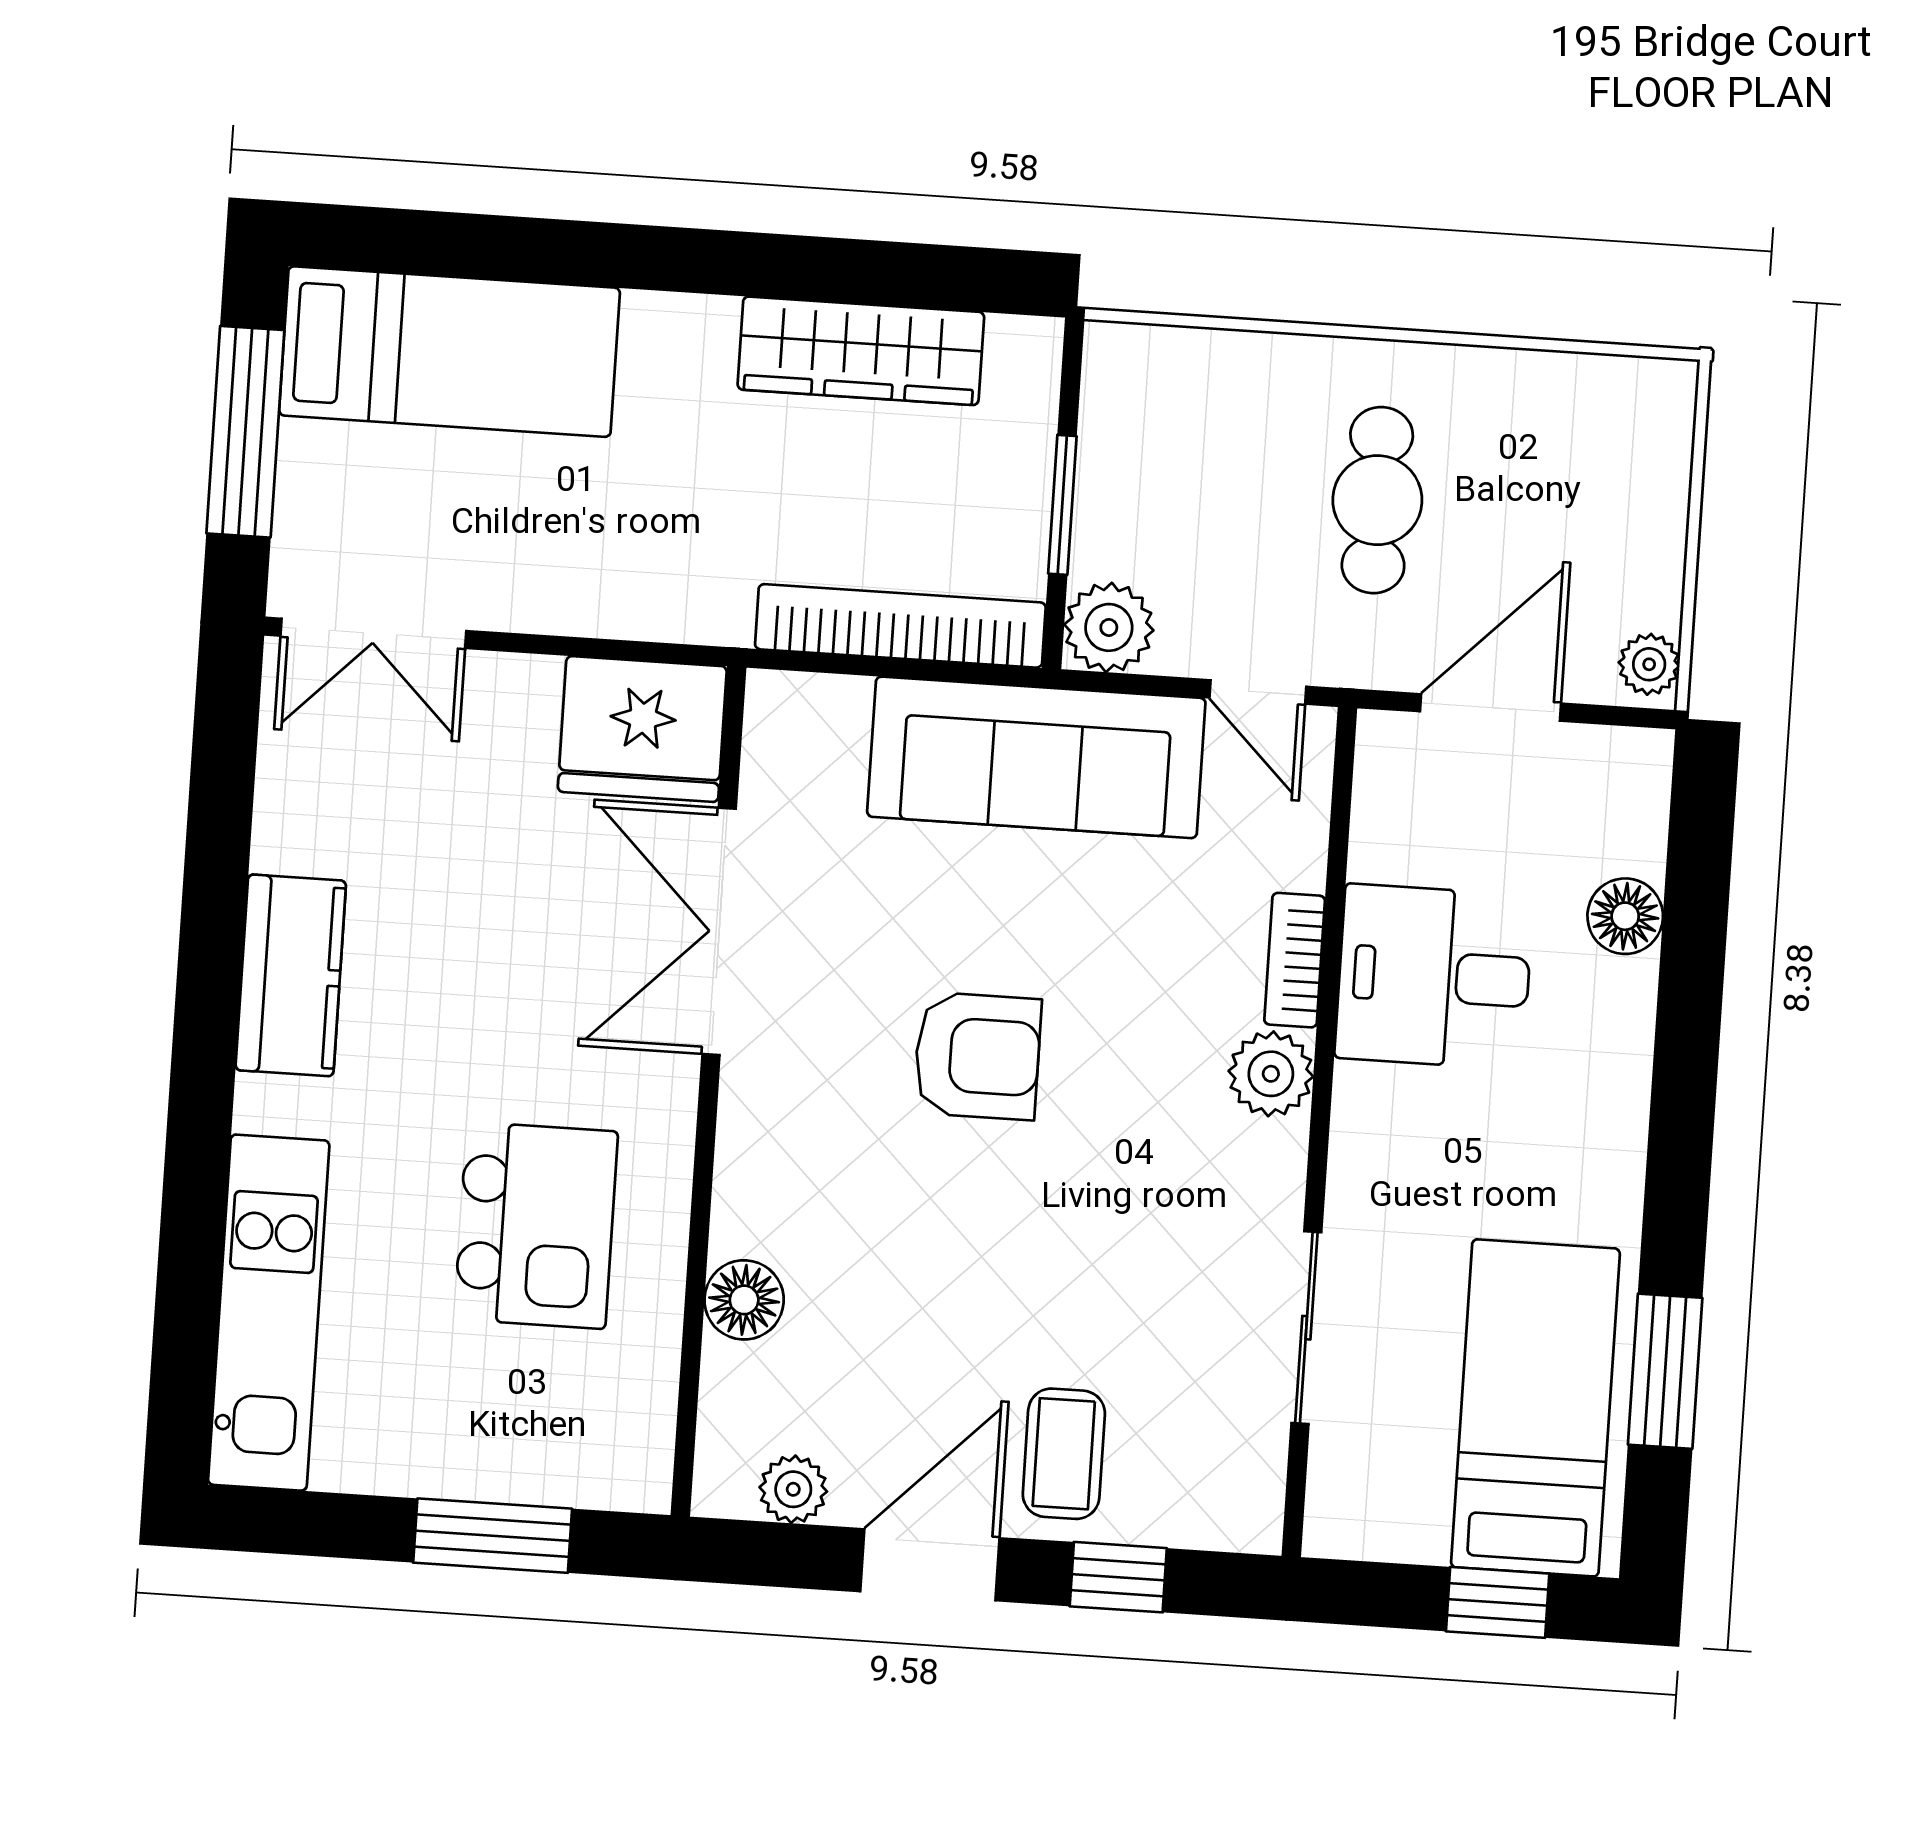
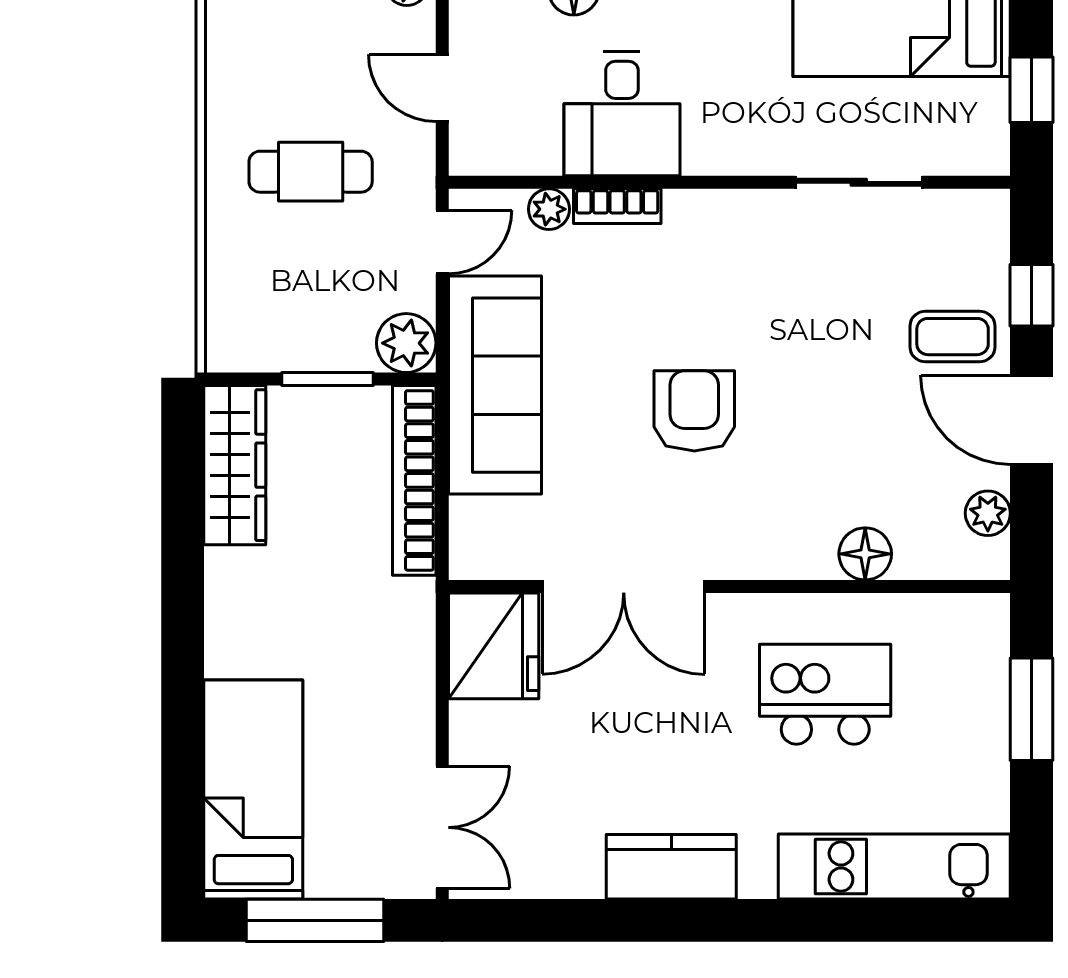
wardrobe: (861, 351) -> (235, 465), moved
door: (1490, 707) -> (442, 88), width x0.73
plant: (1271, 1074) -> (549, 209), moved, width x0.73, depth x0.73
window: (1498, 1602) -> (1031, 90), moved

